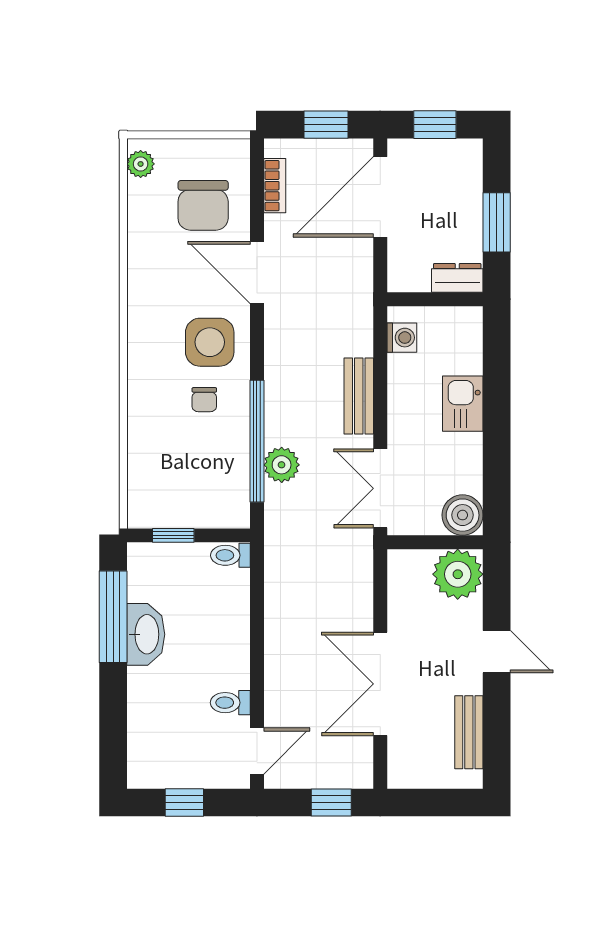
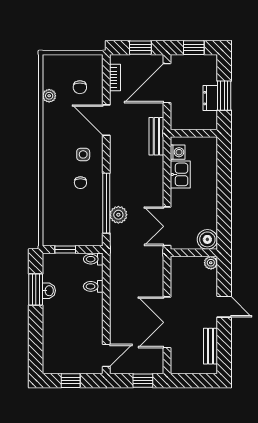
plant: (141, 164) -> (49, 96), moved
chair: (203, 205) -> (80, 87), width x0.54, depth x0.54
dresser: (457, 278) -> (210, 98), moved, turned -90
side table: (210, 342) -> (83, 154), width x0.54, depth x0.54
bench: (359, 396) -> (156, 136), moved
kitchen sink: (463, 404) -> (180, 174), moved, turned 180
plant: (458, 574) -> (211, 263), width x0.53, depth x0.53
window: (113, 617) -> (36, 289), width x0.69
washbasin: (146, 634) -> (49, 291), width x0.52, depth x0.69
toilet: (230, 703) -> (93, 286), moved

